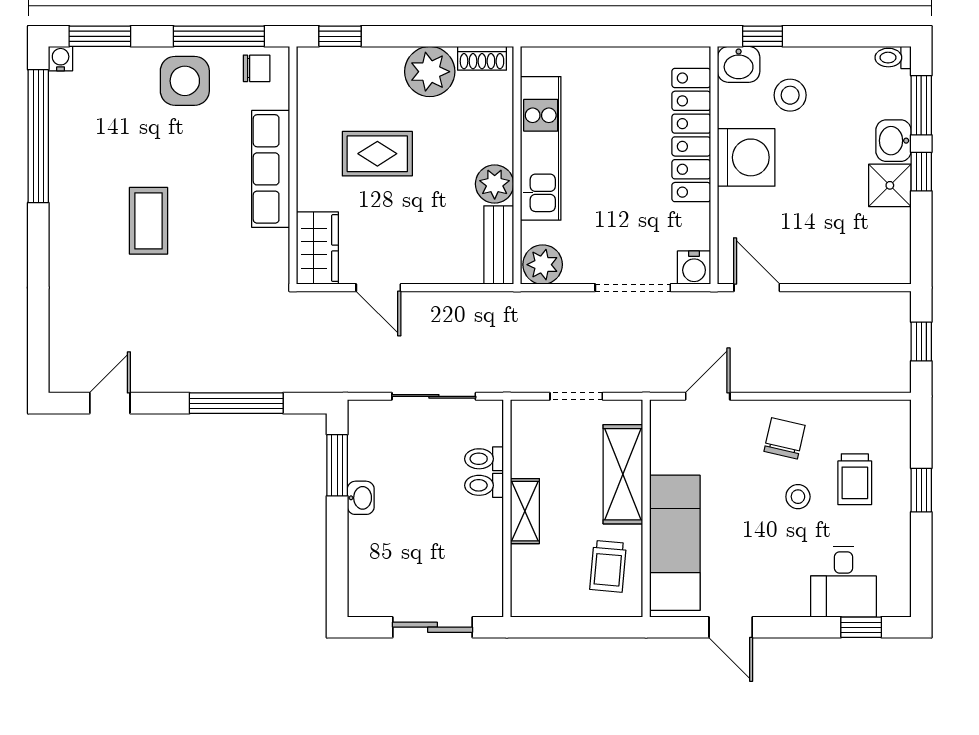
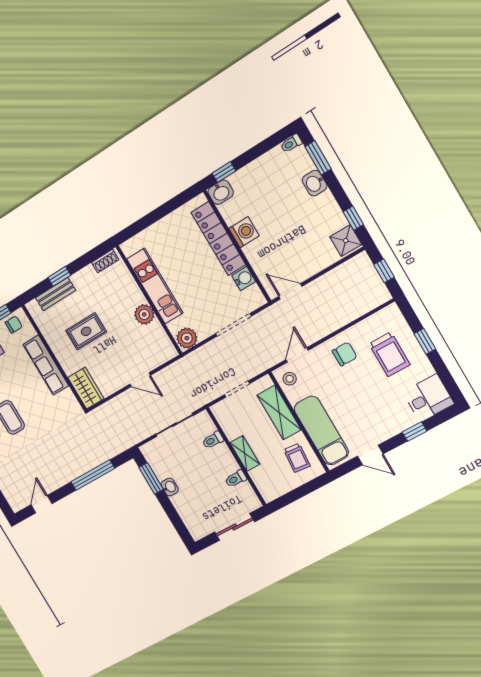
window: (340, 36) -> (59, 276), moved
plant: (430, 72) -> (86, 281), removed
stool: (790, 95) -> (253, 192), removed
washing machine: (746, 157) -> (244, 232), width x0.73, depth x0.73
window: (921, 172) -> (353, 218), moved
shower: (890, 185) -> (346, 241), moved
bench: (499, 245) -> (56, 294), moved, turned 90
water cooler: (694, 268) -> (244, 279), moved, turned -90
door: (378, 288) -> (140, 380), moved
chair: (785, 438) -> (345, 354), turned 77
trolley: (855, 479) -> (389, 354), width x1.36, depth x1.39
toilet: (484, 485) -> (236, 479), moved
stool: (798, 497) -> (290, 379), moved
desk: (844, 582) -> (428, 398), moved, turned -90
window: (861, 627) -> (415, 432), moved

